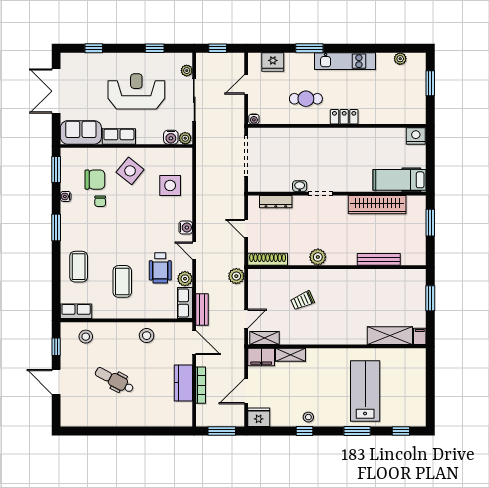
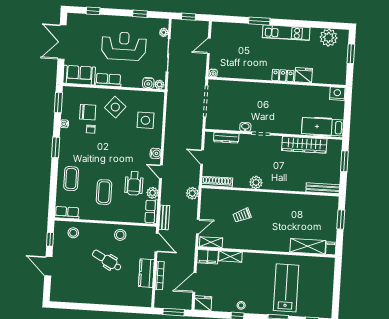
plant: (400, 59) -> (329, 37), width x1.87, depth x1.87
fridge: (273, 62) -> (303, 75), moved, turned 180
cafe table: (306, 99) -> (254, 60), removed
bench: (379, 259) -> (323, 188), moved
dental chair: (114, 380) -> (107, 260), moved

